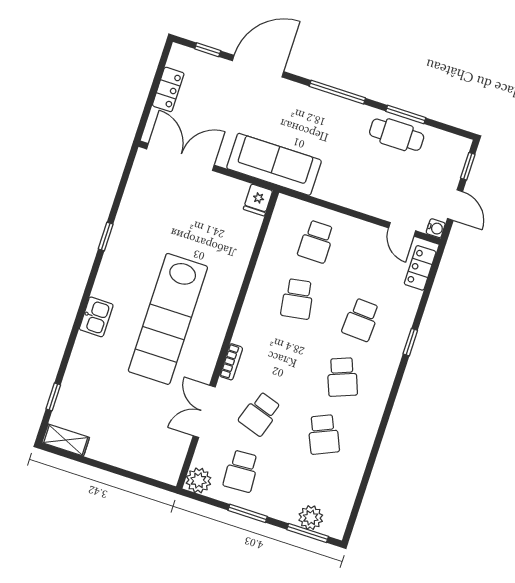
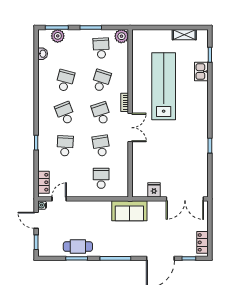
locker: (168, 89) -> (202, 242), moved
sofa: (274, 164) -> (129, 211), width x0.73
fridge: (258, 200) -> (154, 190), moved
door: (402, 229) -> (59, 199), hinge flipped
kitchen sink: (96, 317) -> (201, 72), moved
lab bench: (168, 319) -> (164, 86), moved
school desk: (279, 356) -> (101, 113), added
double door: (204, 411) -> (130, 128), moved
school desk: (324, 435) -> (65, 81), turned 39
shelving: (66, 440) -> (184, 35), moved
washbasin: (348, 495) -> (43, 54), added

